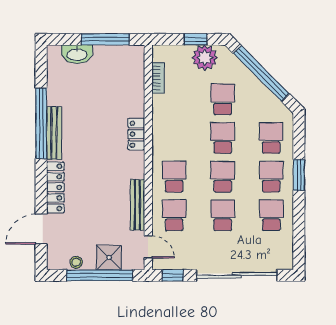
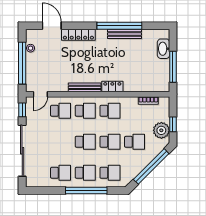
bench: (54, 133) -> (125, 34), moved
window: (299, 175) -> (86, 190), width x2.11
bench: (137, 205) -> (85, 87), moved
school desk: (223, 215) -> (110, 111), moved
shower: (109, 257) -> (34, 69), removed

